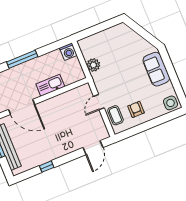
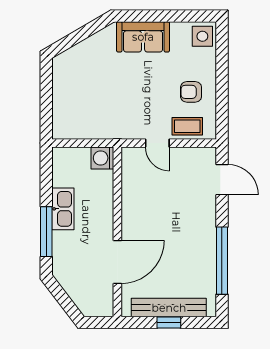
washing machine: (68, 52) -> (102, 158), moved, turned 180
plant: (93, 65) -> (98, 129), removed
kitchen sink: (50, 85) -> (63, 209), moved, turned 180
window: (47, 167) -> (222, 261), width x3.17

